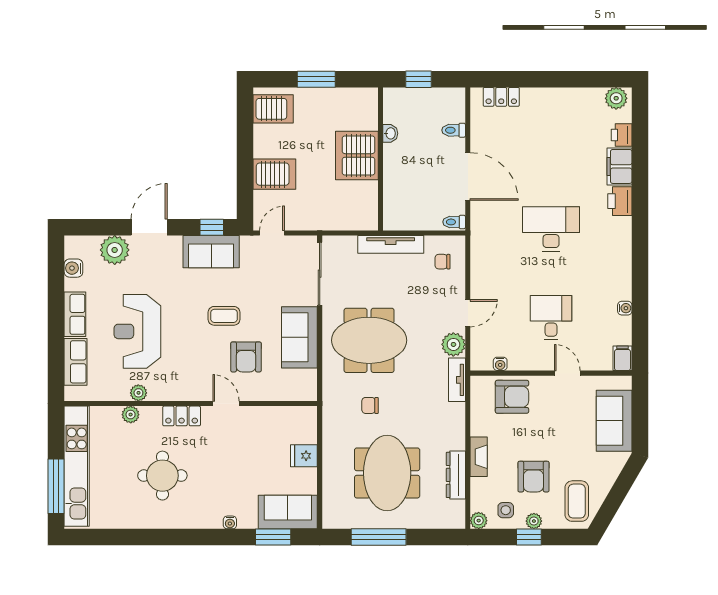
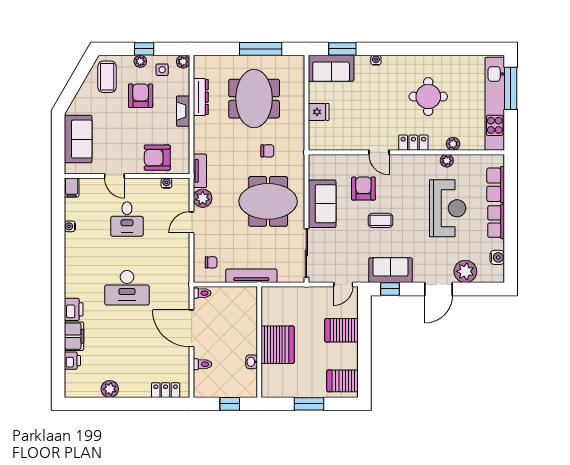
plant: (616, 98) -> (110, 389), moved

